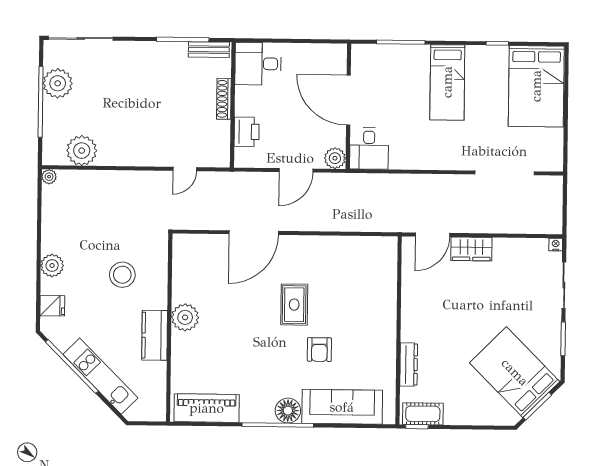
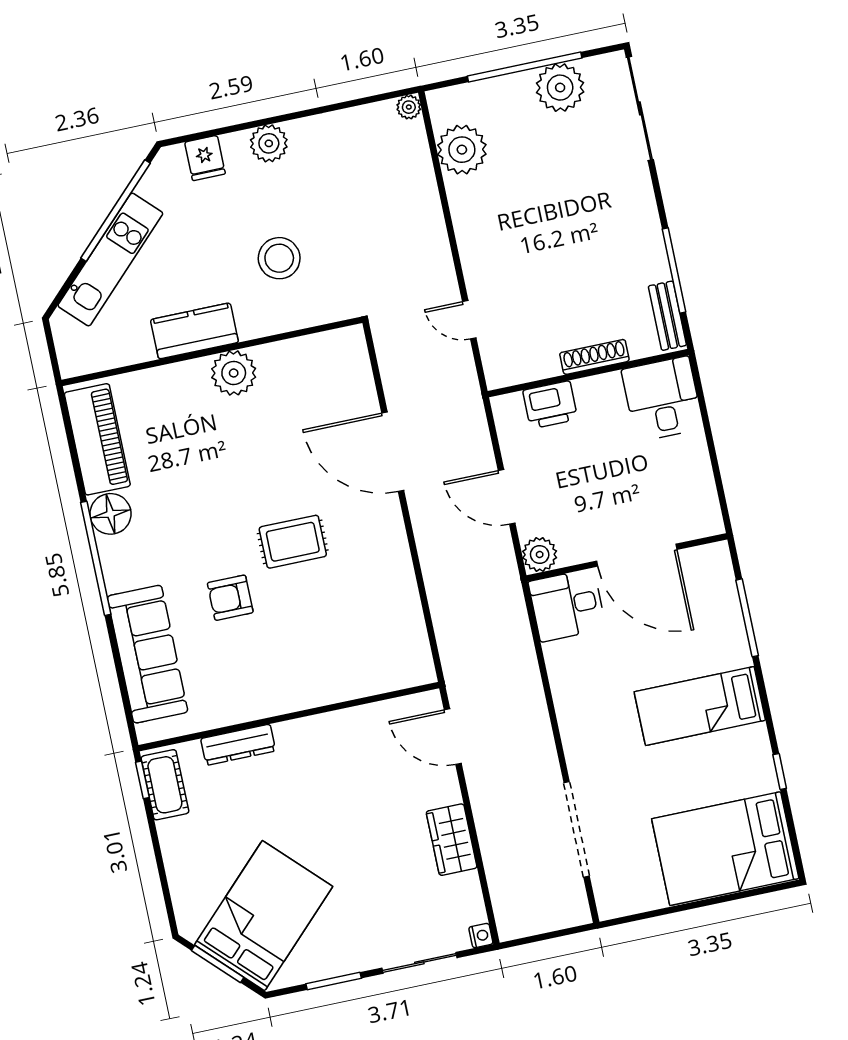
door: (348, 100) -> (637, 555), swing flipped
wardrobe: (471, 249) -> (452, 840), moved
floor lamp: (288, 411) -> (111, 514), moved

